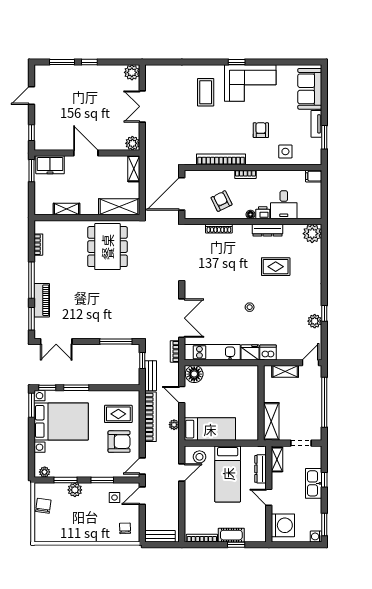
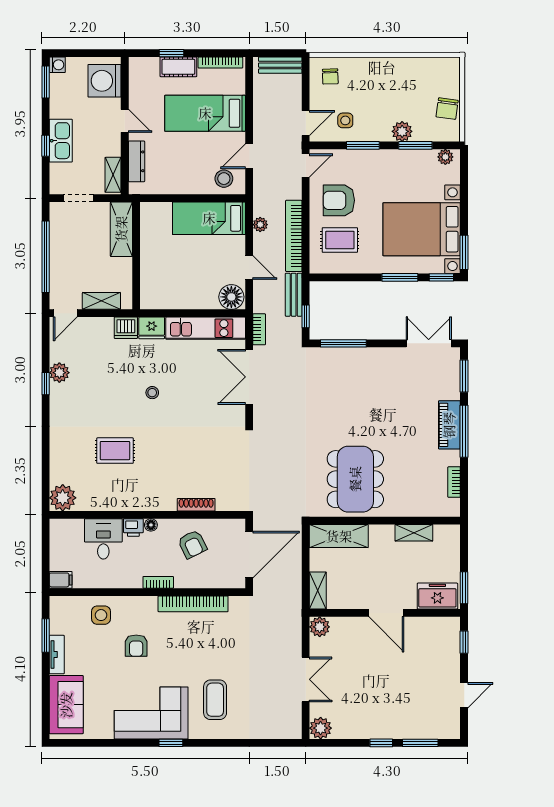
dresser: (267, 230) -> (127, 503), removed
piano: (42, 300) -> (449, 425), moved
bed: (228, 474) -> (205, 113), moved, turned -90

